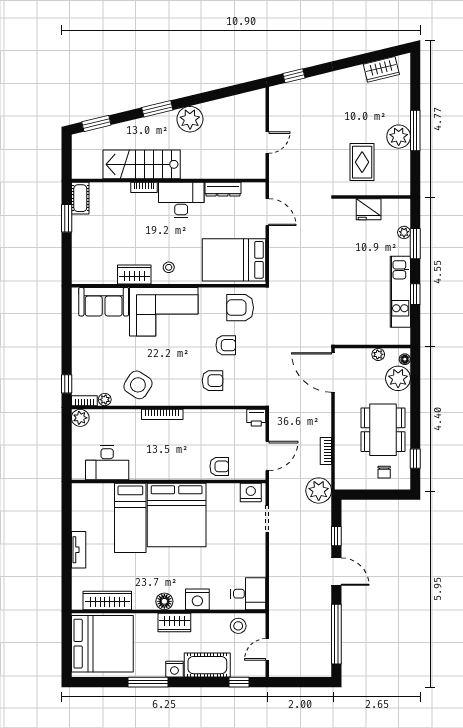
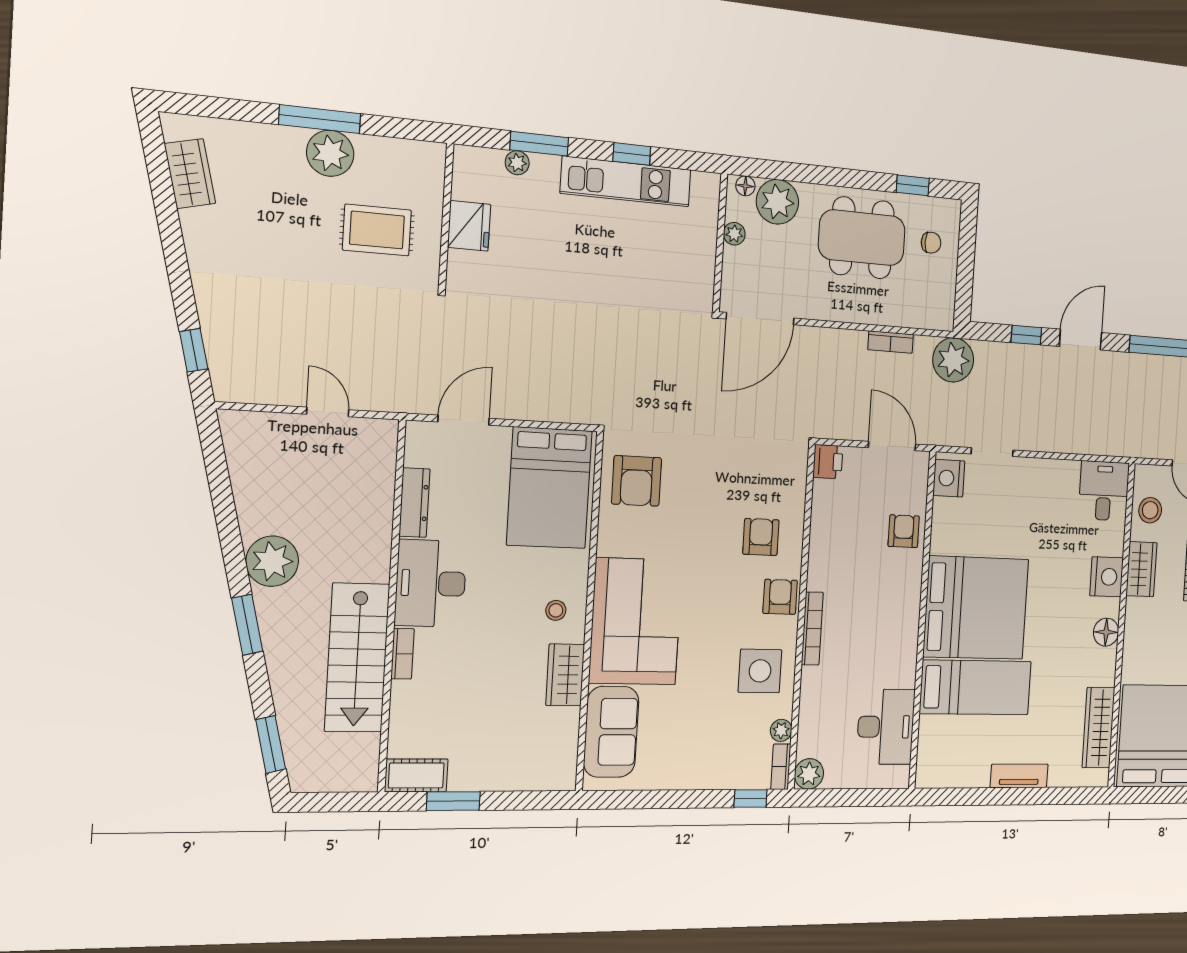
armchair: (226, 345) -> (780, 597), moved
side table: (138, 385) -> (760, 671), turned -33
wardrobe: (174, 622) -> (1141, 569), moved

